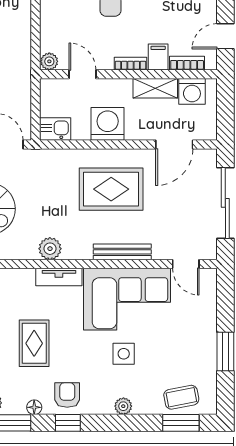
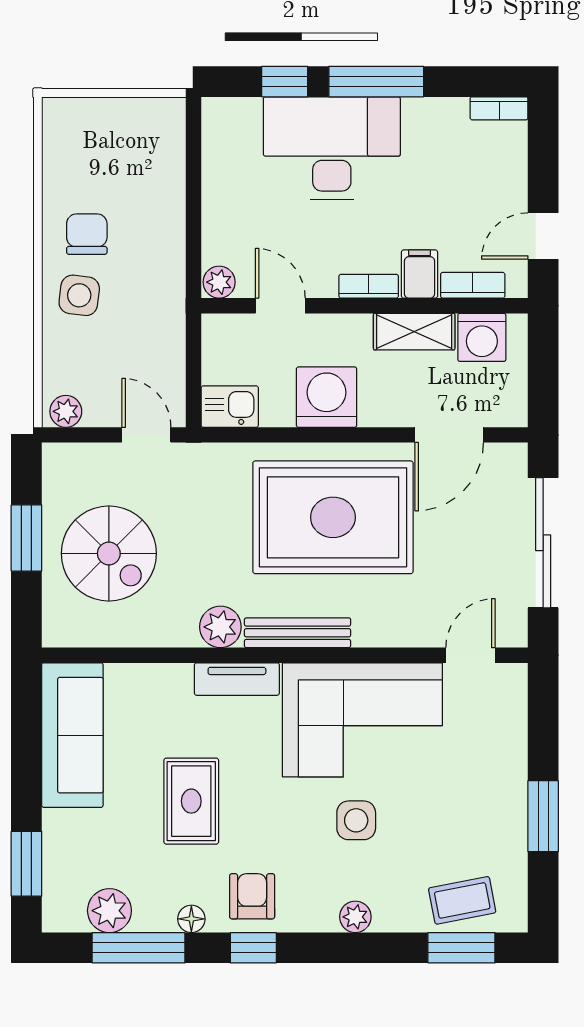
rug: (111, 189) -> (333, 517), width x1.37, depth x1.44
bench: (122, 252) -> (298, 633), moved
door: (186, 264) -> (470, 655), swing flipped

